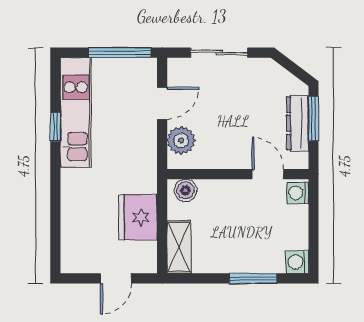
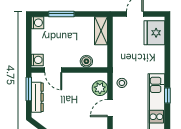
window: (314, 119) -> (29, 89), moved
stool: (140, 150) -> (122, 83), added
boiler: (185, 190) -> (86, 61), moved
fridge: (138, 217) -> (154, 33), moved, turned 180

